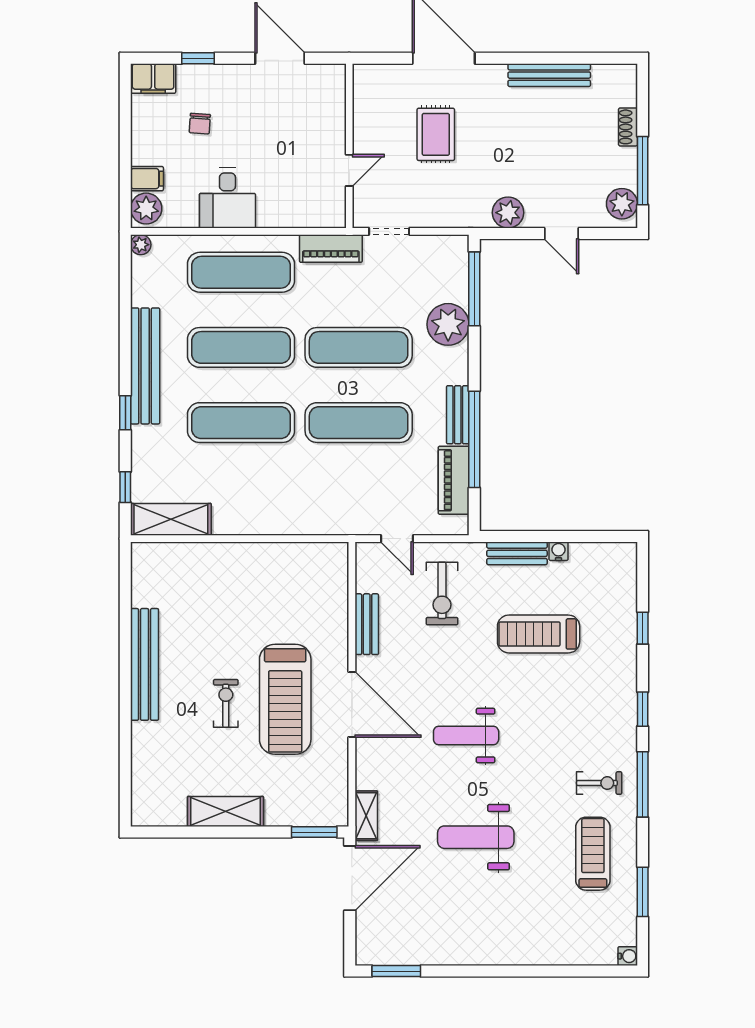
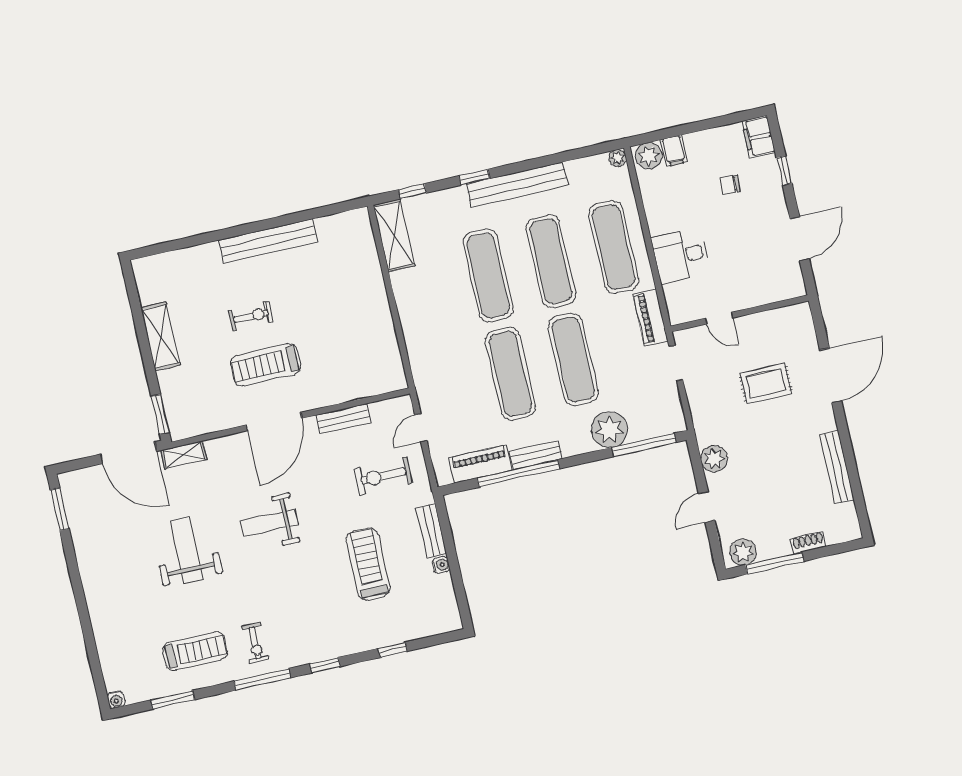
desk: (227, 198) -> (681, 256), moved
treadmill: (285, 699) -> (265, 365), width x0.73, depth x0.73
weight bench: (466, 736) -> (270, 523), turned -90

